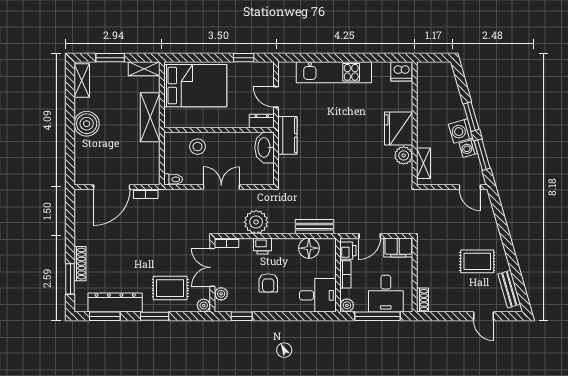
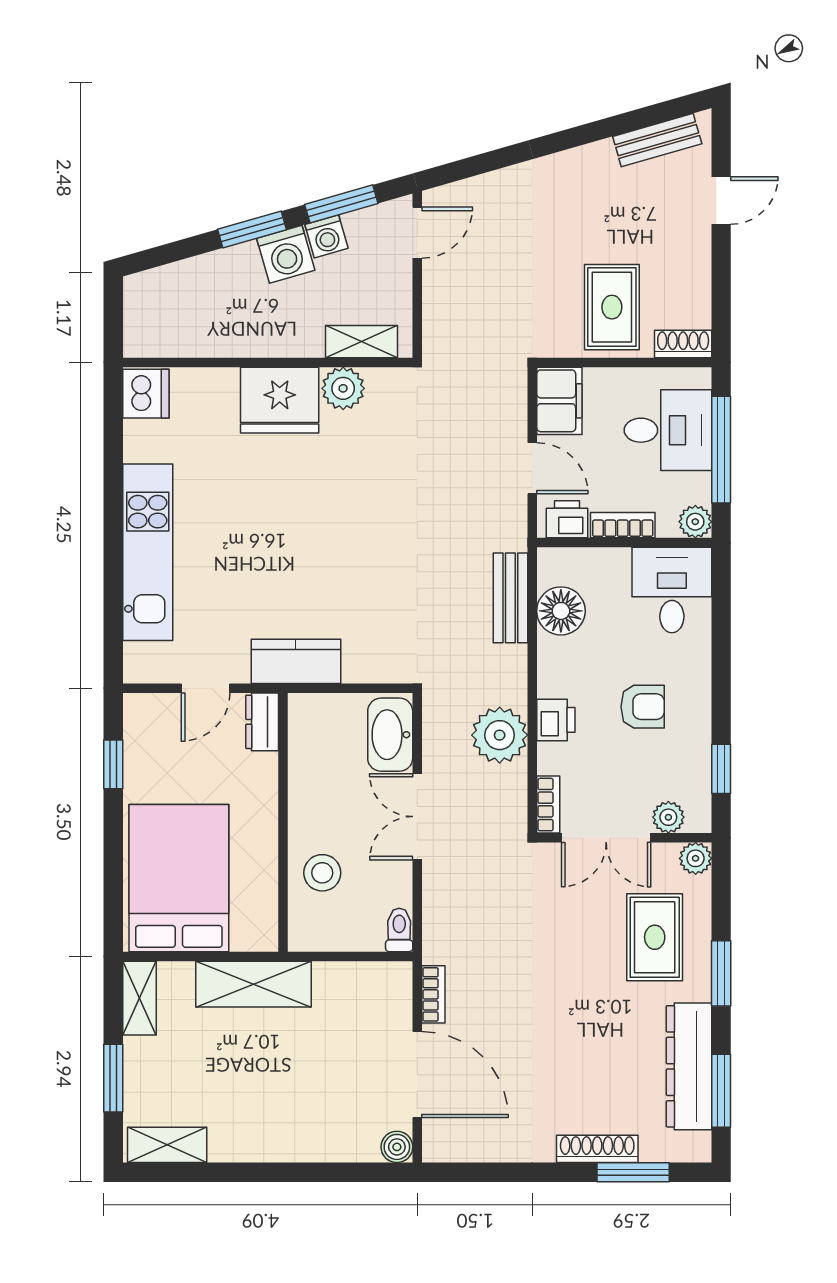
boiler: (87, 124) -> (397, 1147), moved, width x0.54, depth x0.54
washbasin: (265, 147) -> (390, 735), moved, turned 90
rug: (477, 261) -> (612, 307), moved

